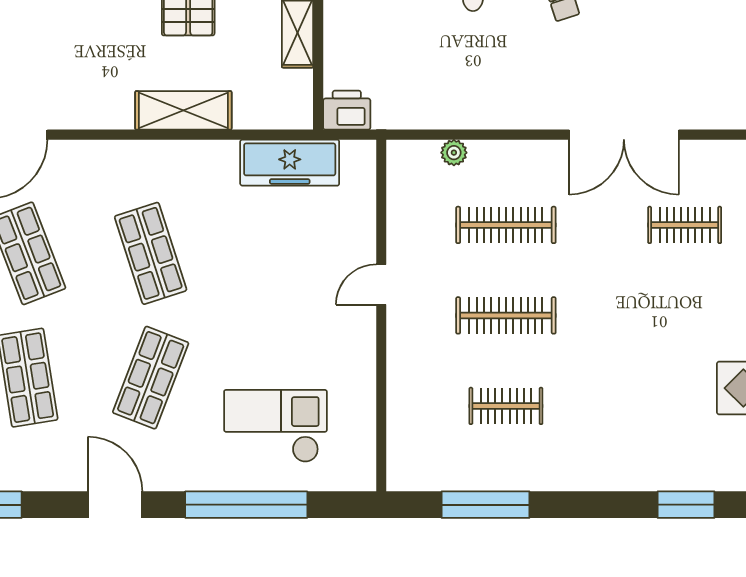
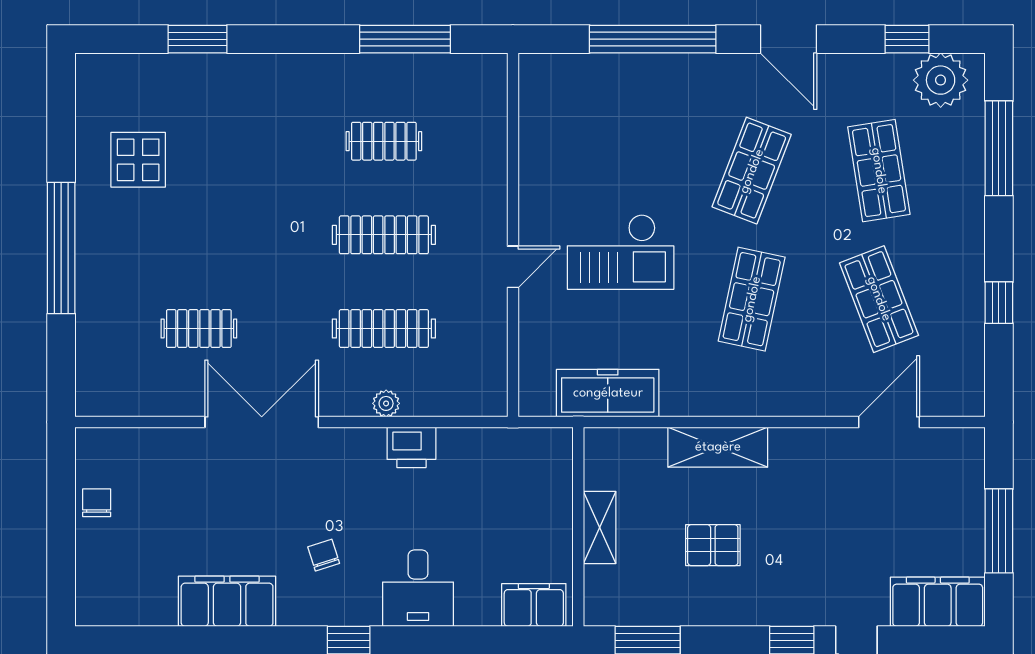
printer: (347, 110) -> (411, 447), moved
plant: (454, 153) -> (386, 403), moved
shop shelf: (151, 253) -> (752, 299), turned 30
checkout: (275, 426) -> (621, 252), moved

